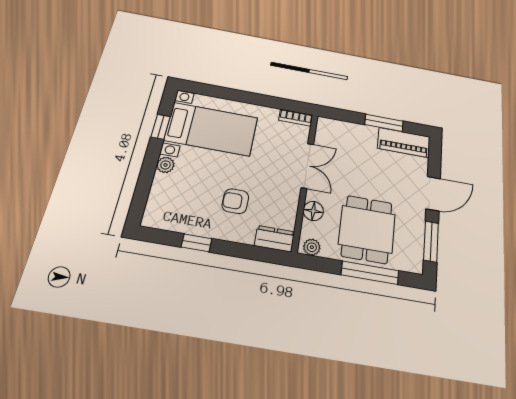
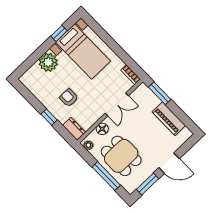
window: (384, 123) -> (160, 93), moved
piano: (404, 142) -> (169, 119), moved
plant: (166, 165) -> (48, 62), width x1.87, depth x1.87
dining table: (367, 229) -> (121, 156), turned 90
window: (197, 243) -> (49, 117), moved

